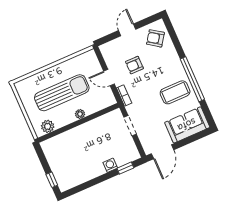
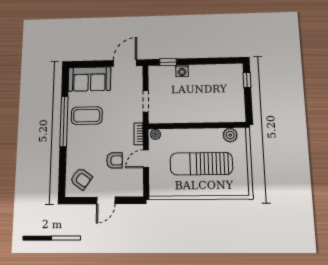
door: (109, 78) -> (146, 159), swing flipped
plant: (80, 114) -> (155, 134), moved

